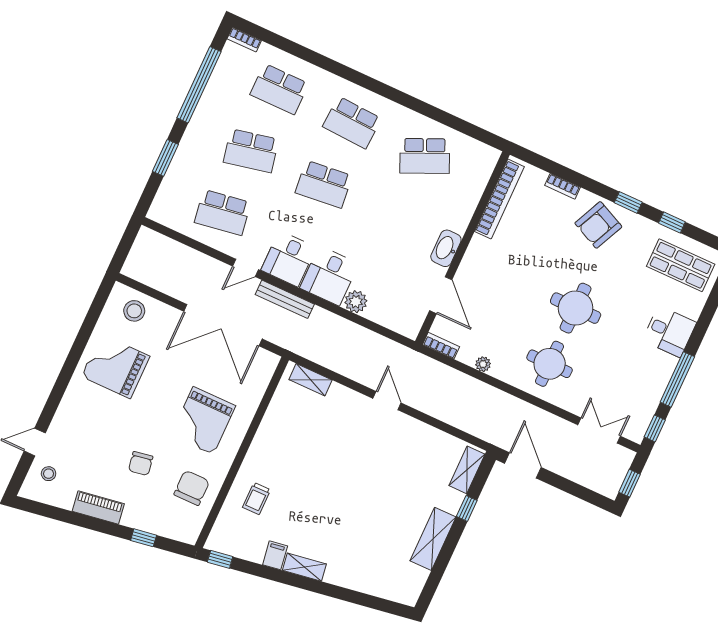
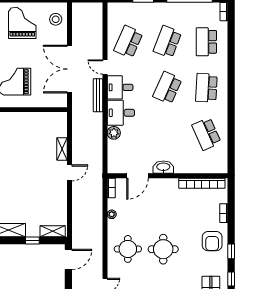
school desk: (251, 151) -> (167, 42), turned 33
school desk: (324, 184) -> (167, 88), turned 30
school desk: (223, 212) -> (128, 42), turned 33
armchair: (598, 225) -> (212, 241), turned -115
shelving: (311, 380) -> (62, 149), moved

